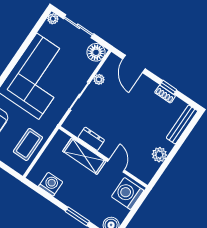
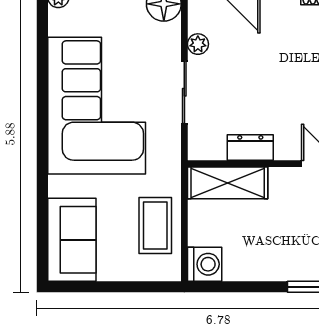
shelving: (84, 156) -> (228, 183), moved
washing machine: (51, 184) -> (205, 264), moved, turned 90

